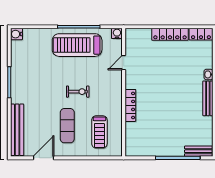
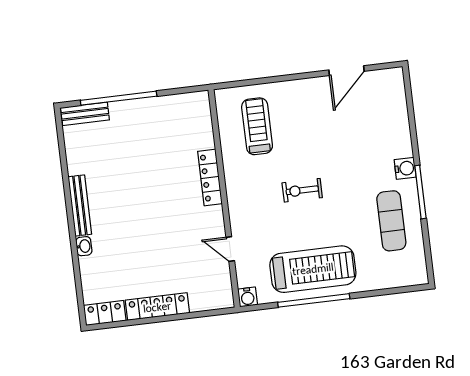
water cooler: (16, 34) -> (405, 168), moved
door: (124, 63) -> (230, 249), swing flipped
exercise mat: (67, 126) -> (391, 221), moved
bench: (17, 130) -> (397, 113), removed

